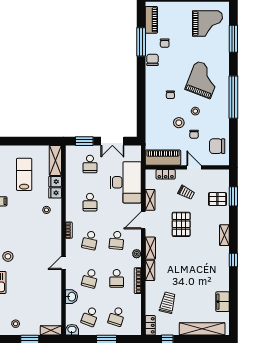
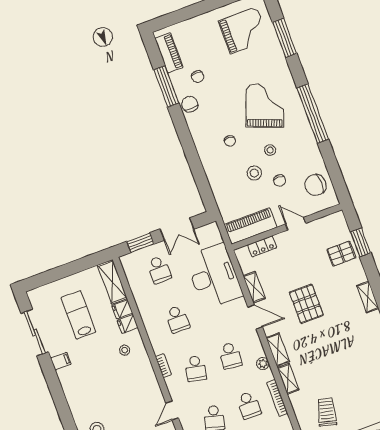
trolley: (186, 193) -> (298, 260), removed
door: (143, 220) -> (255, 317), swing flipped

